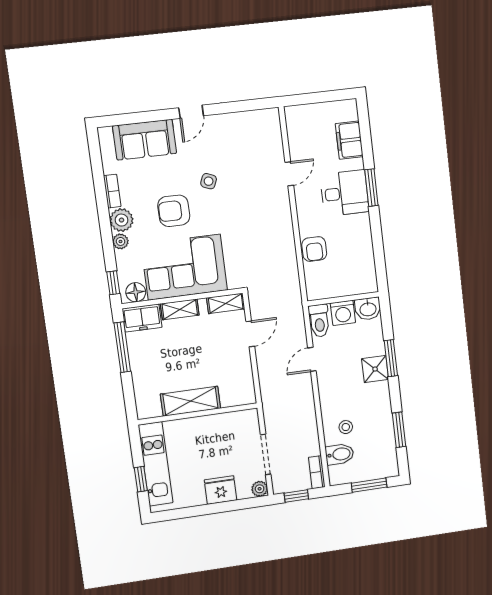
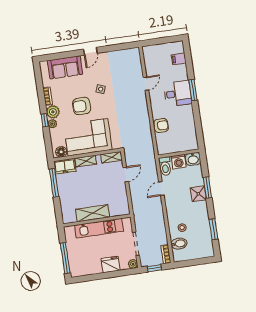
filing cabinet: (349, 140) -> (179, 59), width x0.50
armchair: (314, 249) -> (161, 126), turned -90
window: (113, 283) -> (45, 120), moved
kitchen unit: (156, 464) -> (99, 228), moved, turned 90
window: (141, 479) -> (65, 258), width x2.17
window: (369, 485) -> (197, 262), removed

